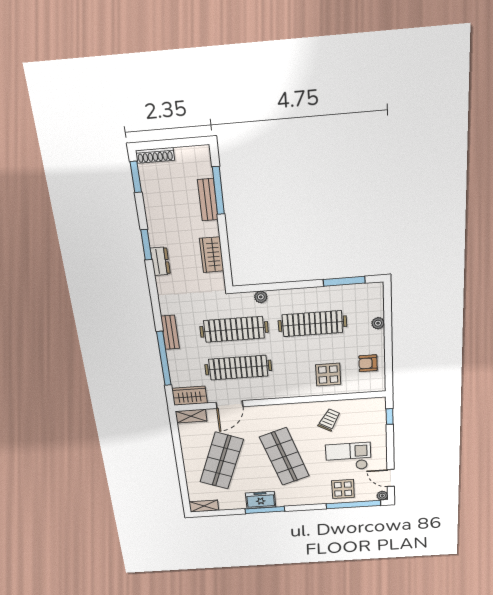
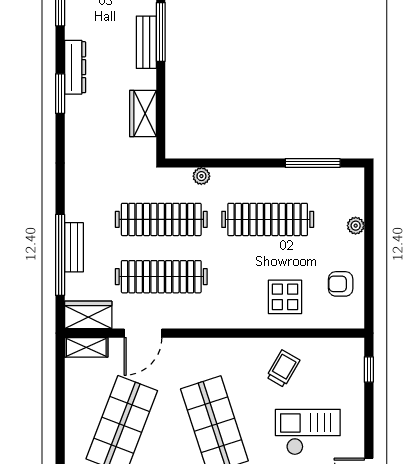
dresser: (160, 261) -> (75, 67), moved, width x1.44
bench: (170, 332) -> (74, 247), moved

